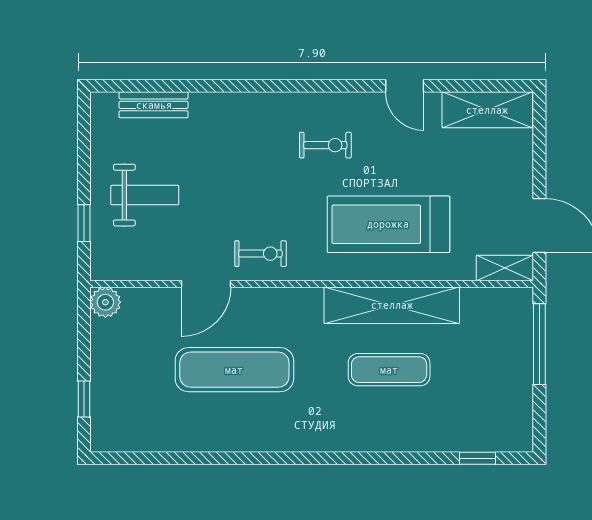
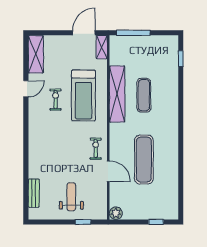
exercise bike: (325, 145) -> (56, 100), moved

